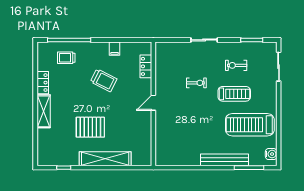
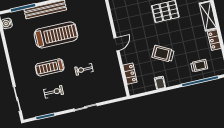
treadmill: (250, 125) -> (56, 35), moved

